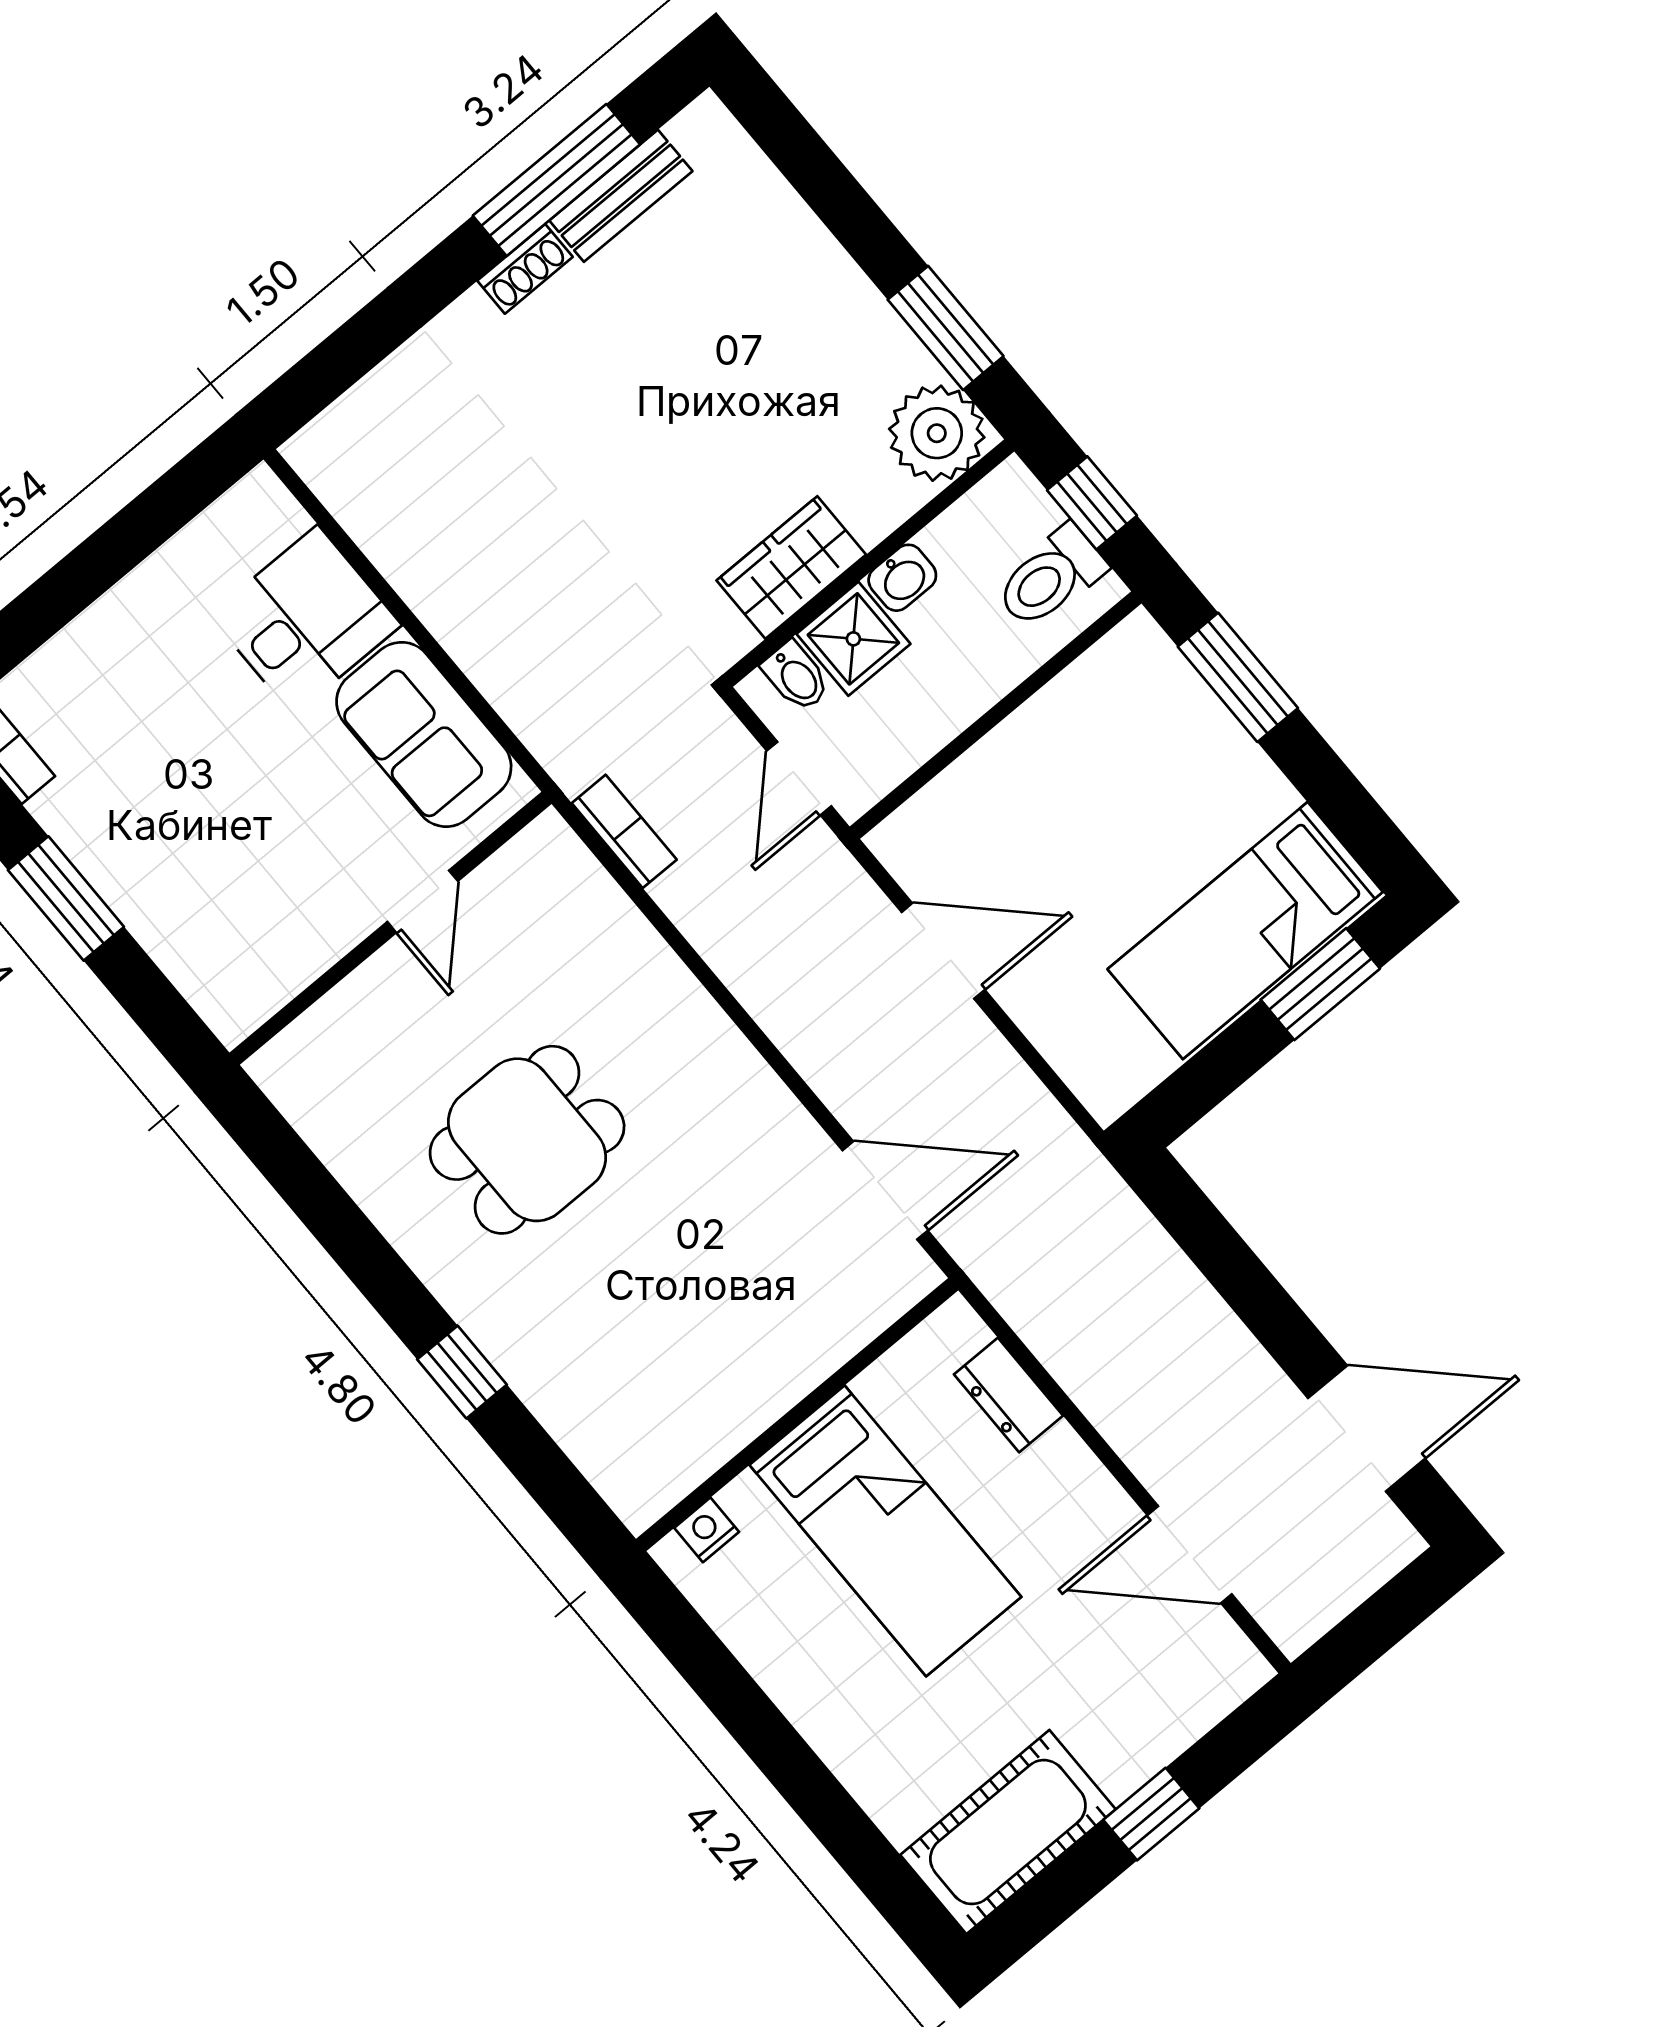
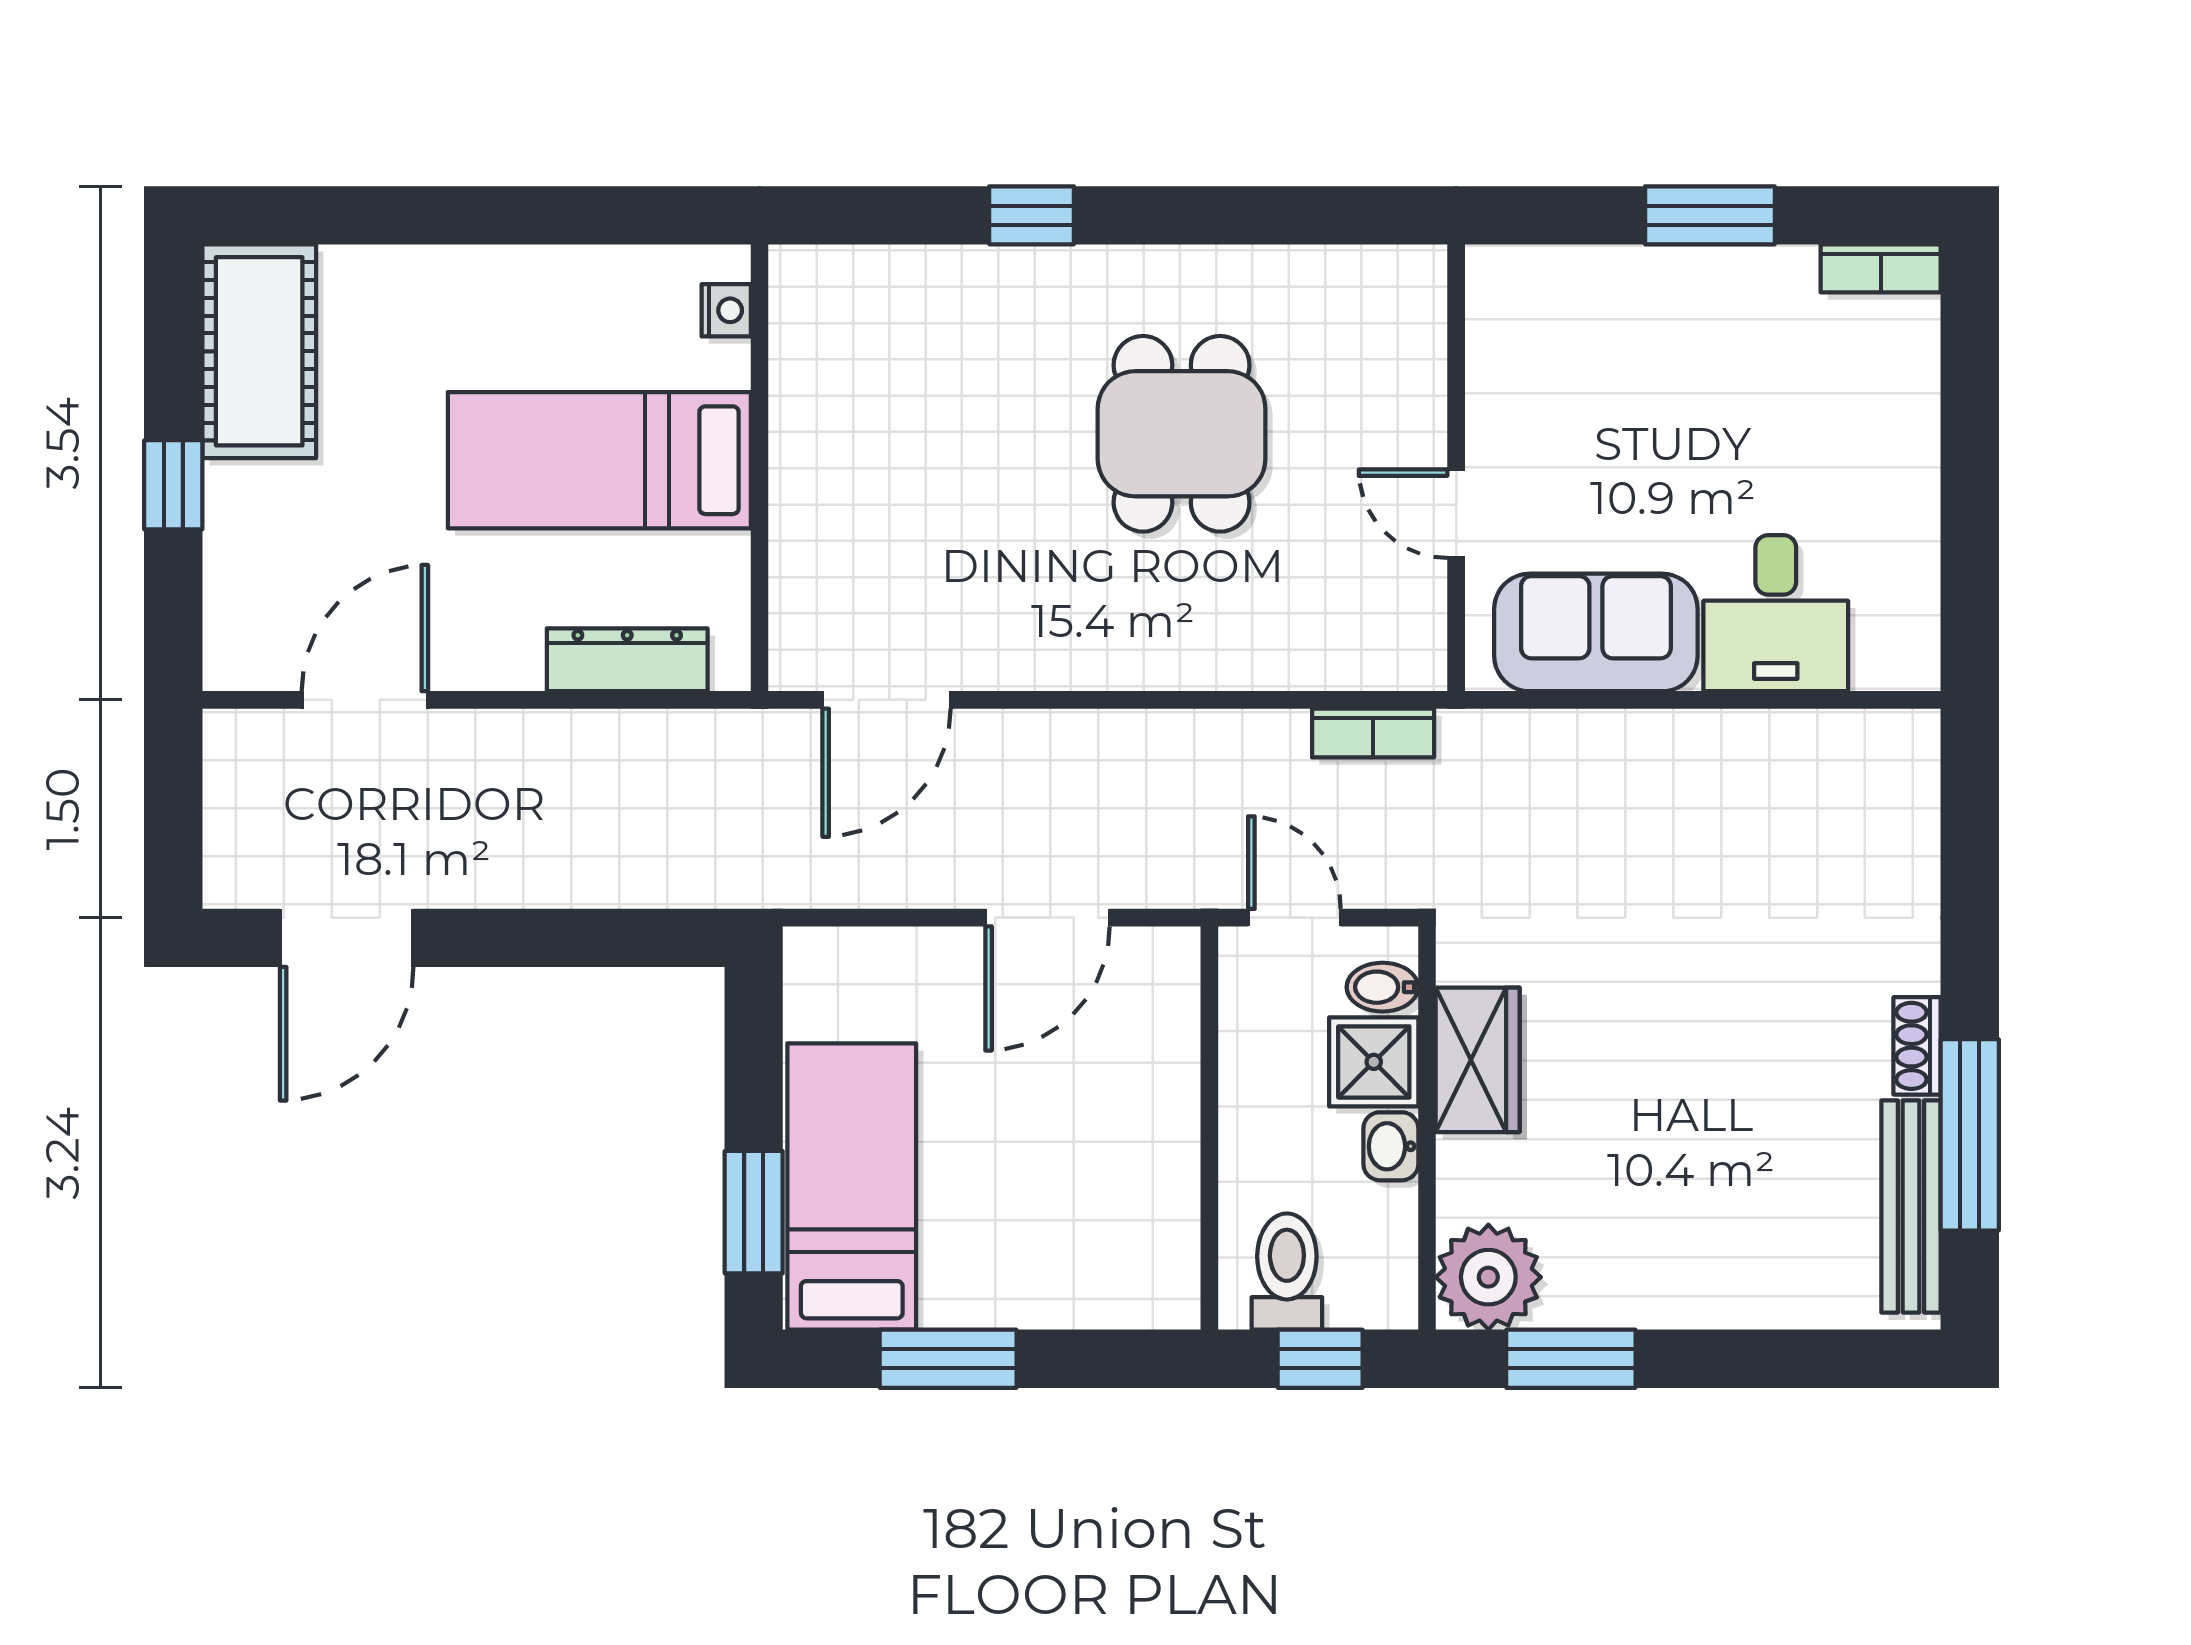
bench: (621, 196) -> (1911, 1206), width x1.36
window: (1238, 677) -> (948, 1359), moved
dresser: (1008, 1395) -> (627, 660), width x1.44

